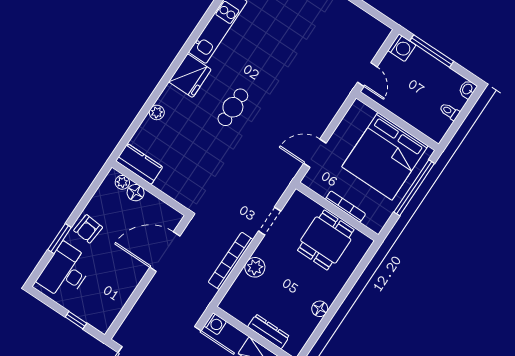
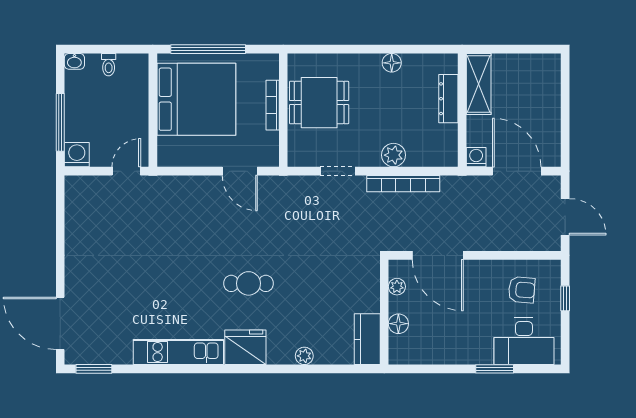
plant: (122, 182) -> (397, 287), moved
armchair: (88, 229) -> (522, 290), moved

